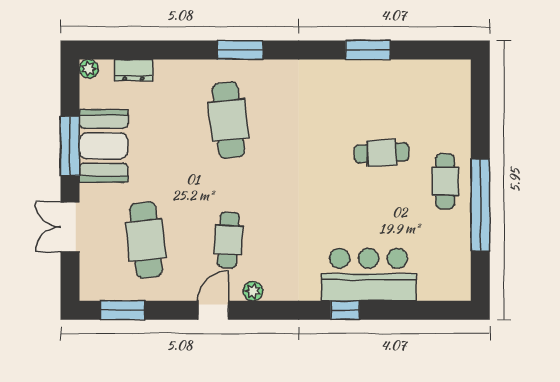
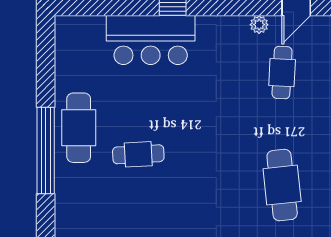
cafe table: (445, 181) -> (79, 128), width x1.37, depth x1.35
window: (480, 205) -> (46, 151), moved

